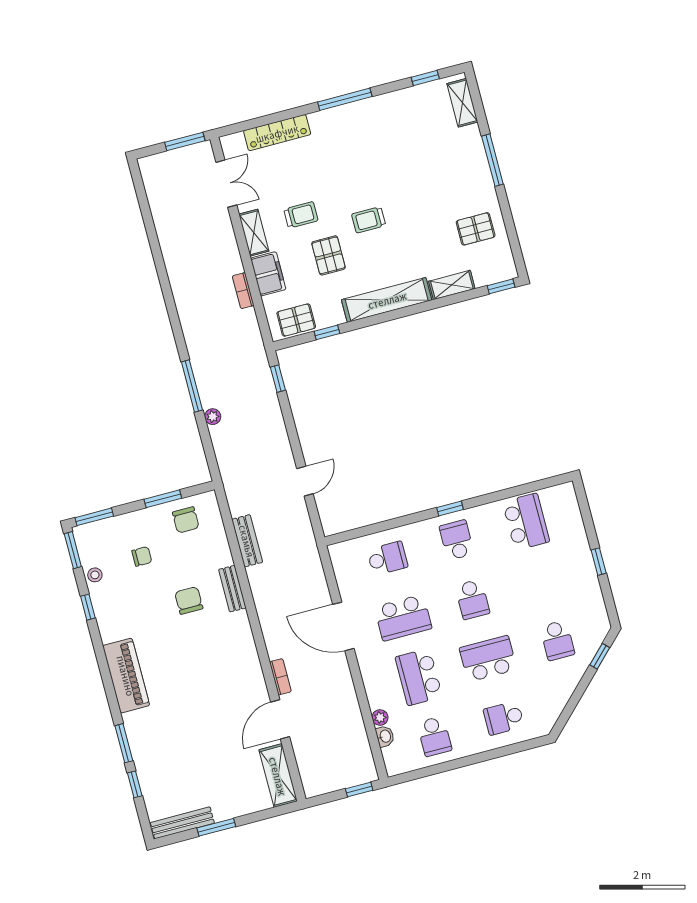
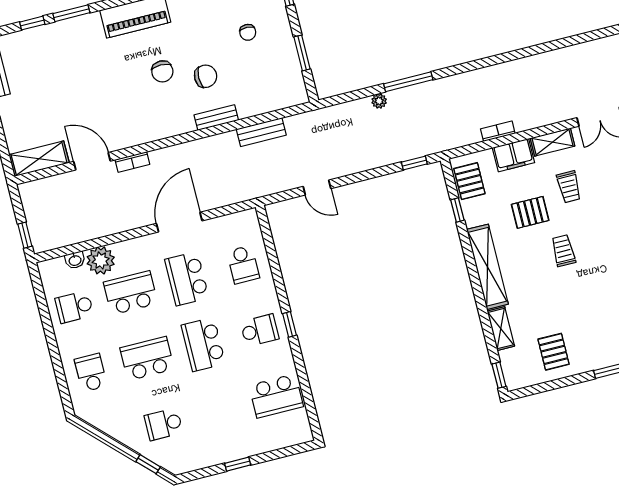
chair: (186, 520) -> (162, 71), moved, turned -90
school desk: (472, 599) -> (203, 344), width x1.85
school desk: (488, 659) -> (147, 359), turned -90
plant: (380, 717) -> (101, 260), width x1.87, depth x1.87

